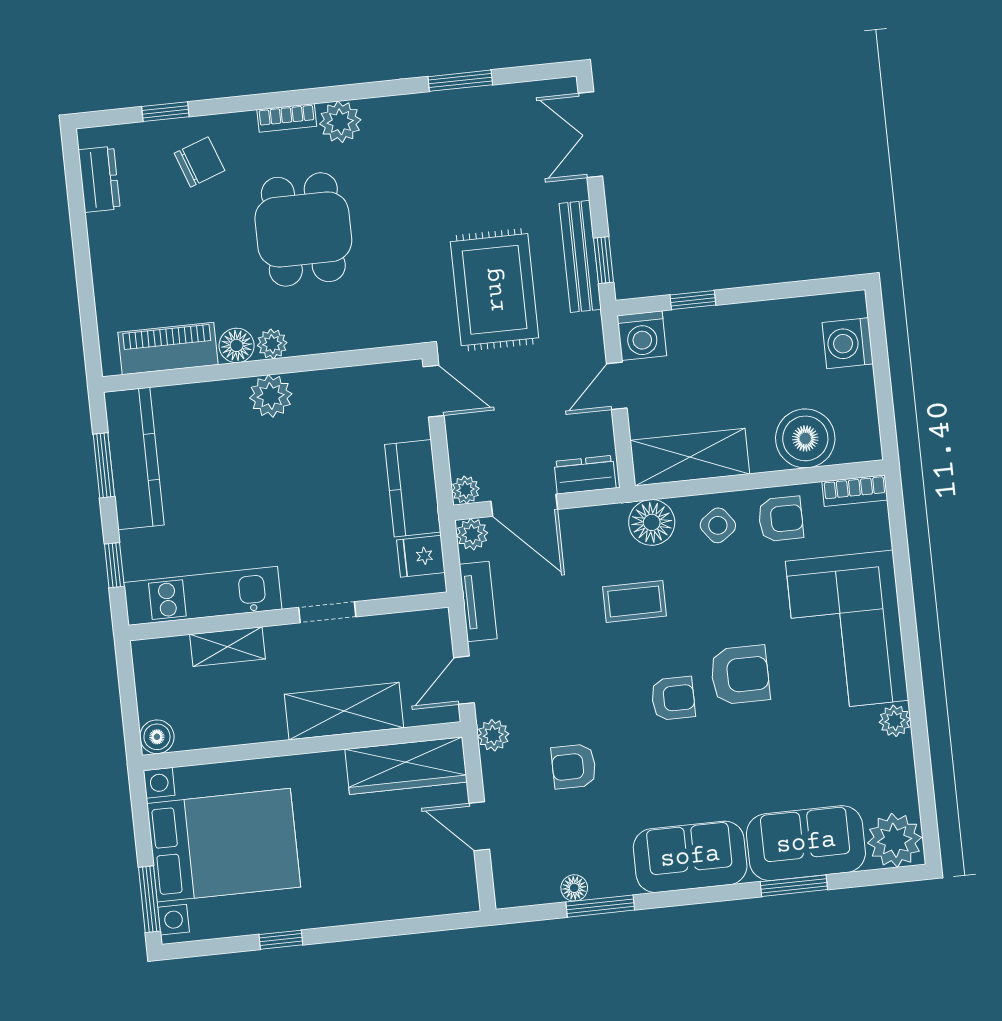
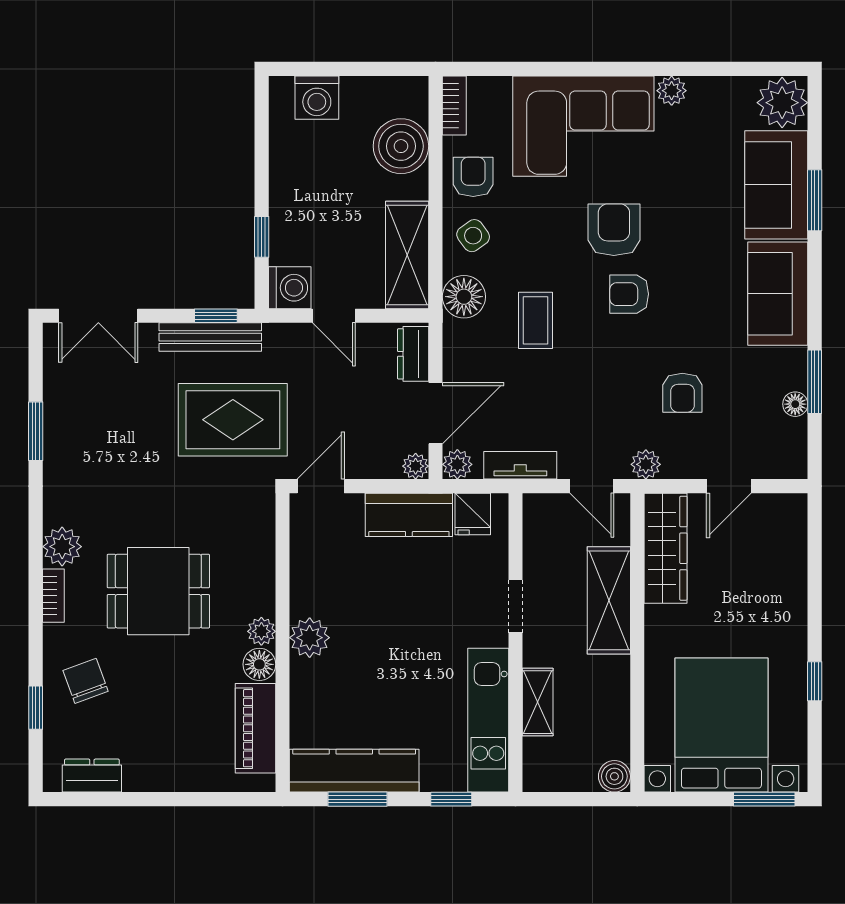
armchair: (673, 698) -> (629, 294), turned -90

